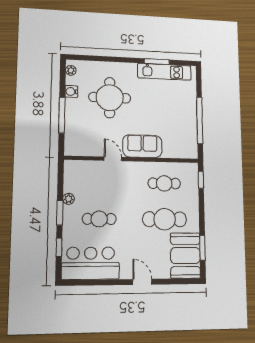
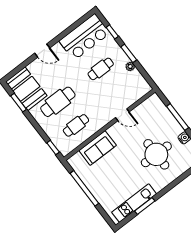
sofa: (142, 146) -> (98, 148), moved

